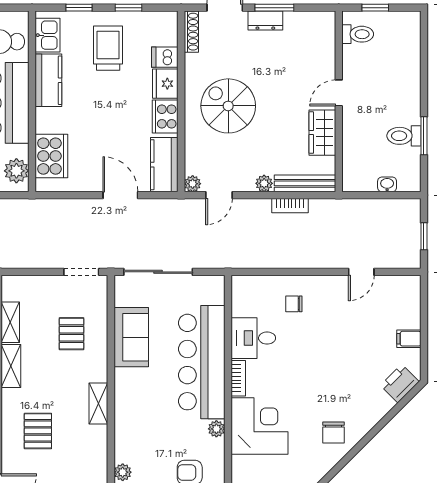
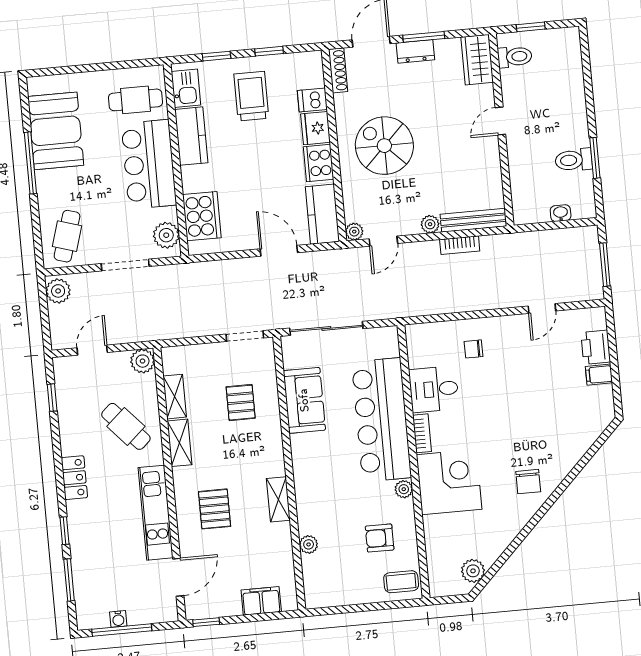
wardrobe: (322, 133) -> (477, 60), moved
window: (424, 236) -> (605, 265), width x1.50
printer: (400, 383) -> (596, 347), moved, turned -45
shelving: (98, 404) -> (278, 499), moved

